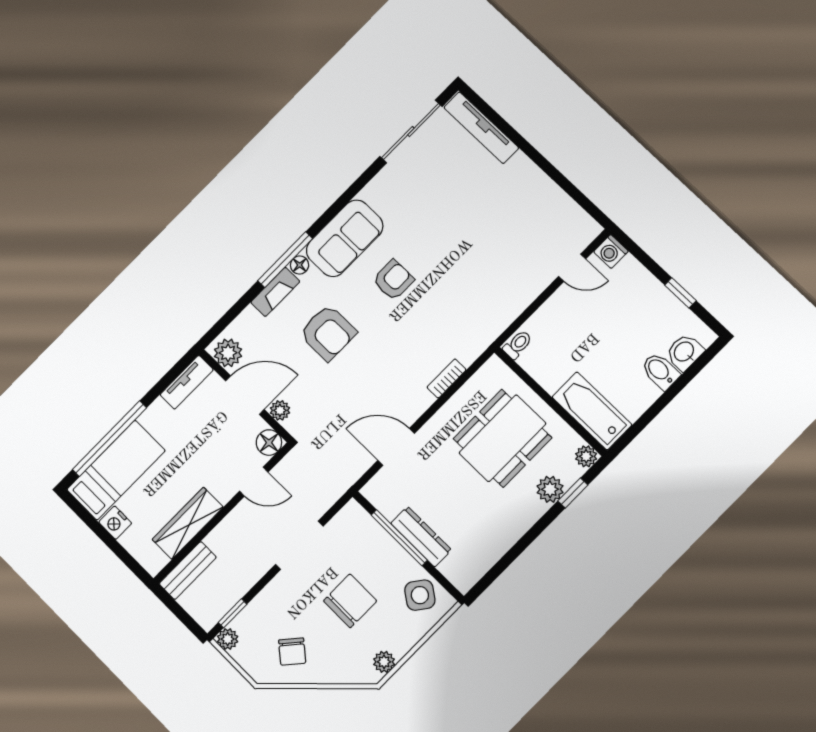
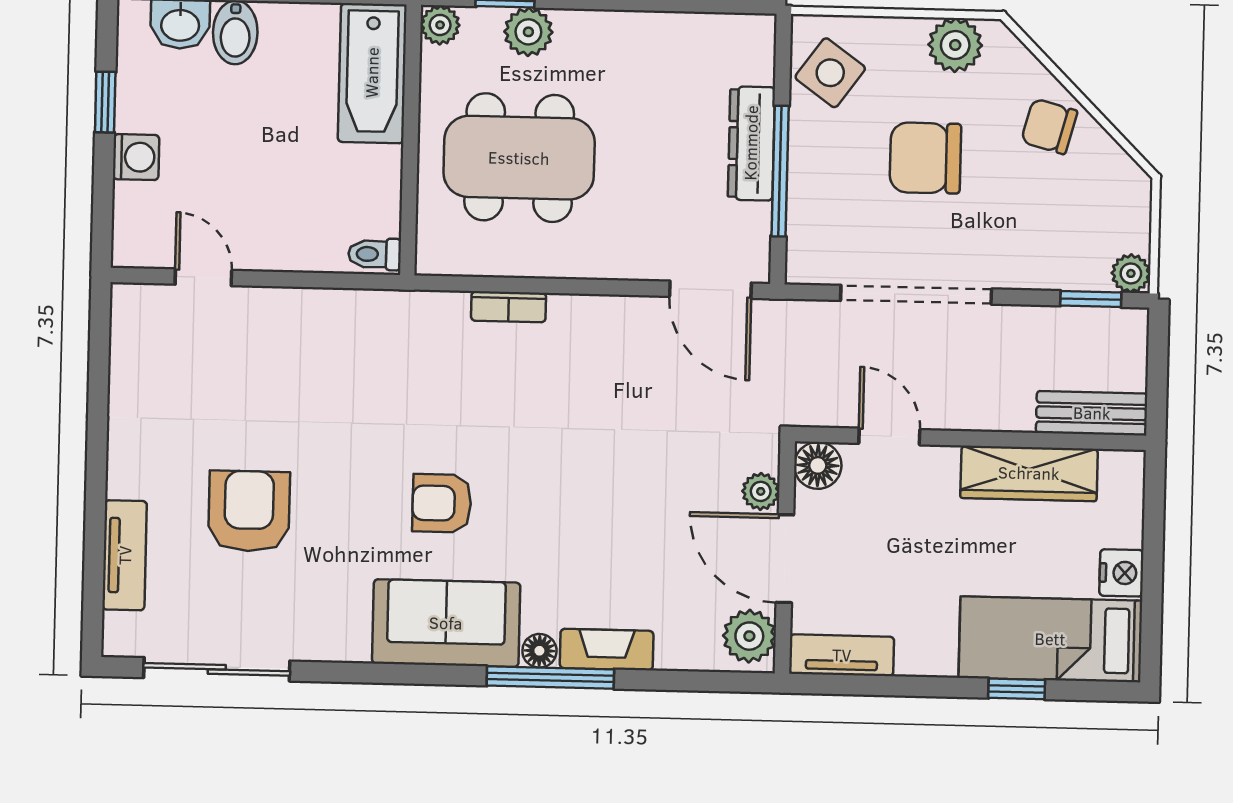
tv unit: (481, 128) -> (125, 555), width x0.71
washing machine: (611, 251) -> (136, 157), moved
armchair: (328, 333) -> (249, 511), moved
window: (109, 439) -> (1017, 689), width x0.32
door: (396, 447) -> (710, 290), moved
doorway: (299, 545) -> (916, 295), width x1.36
chair: (292, 652) -> (1049, 126), moved, turned -115
plant: (384, 662) -> (955, 45), width x1.38, depth x1.38

